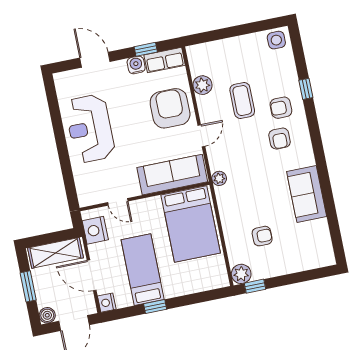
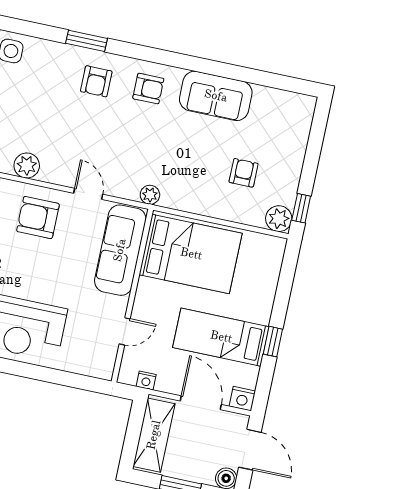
window: (306, 89) -> (87, 41), width x1.50
coffee table: (242, 101) -> (67, 125), removed
armchair: (170, 108) -> (38, 218), width x0.73, depth x0.73
armchair: (280, 139) -> (148, 89), moved
nightstand: (95, 230) -> (146, 381), width x0.53, depth x0.56
door: (92, 275) -> (201, 403), swing flipped

